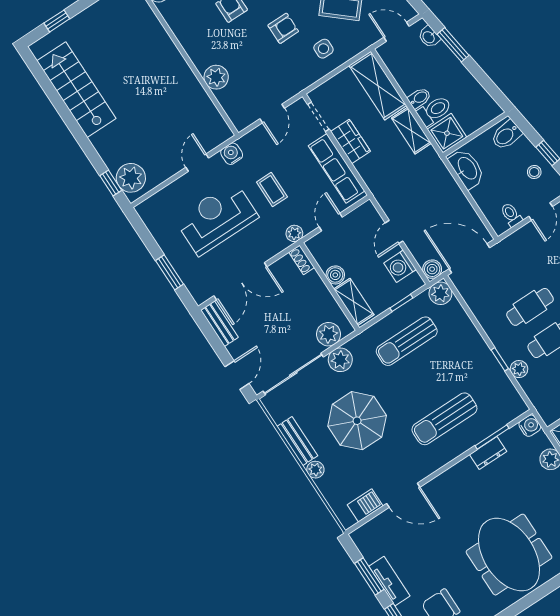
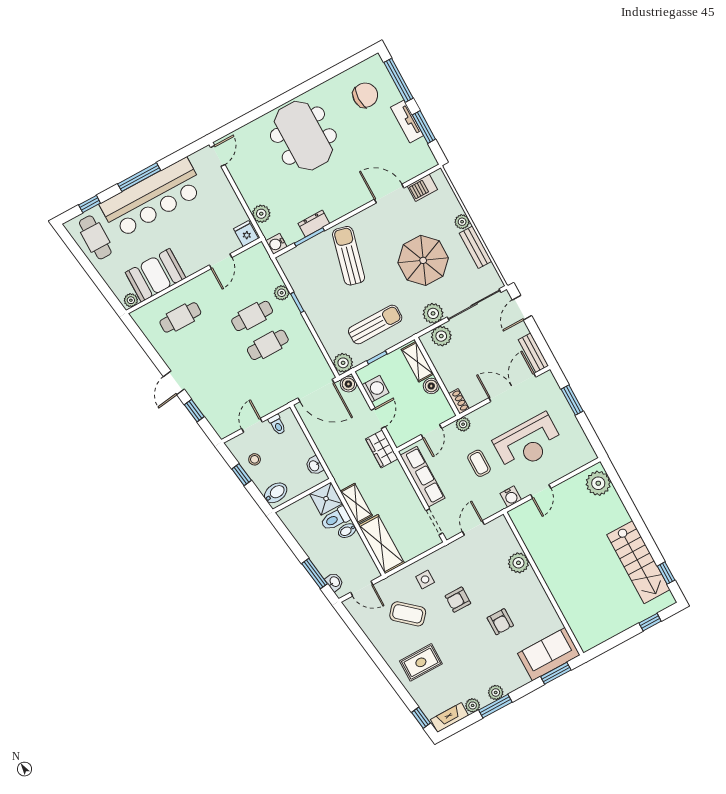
wardrobe: (350, 141) -> (382, 449), moved
washbasin: (467, 169) -> (314, 466), width x0.52, depth x0.69
window: (111, 183) -> (666, 573), moved
sun lounger: (444, 419) -> (349, 256), turned -76

